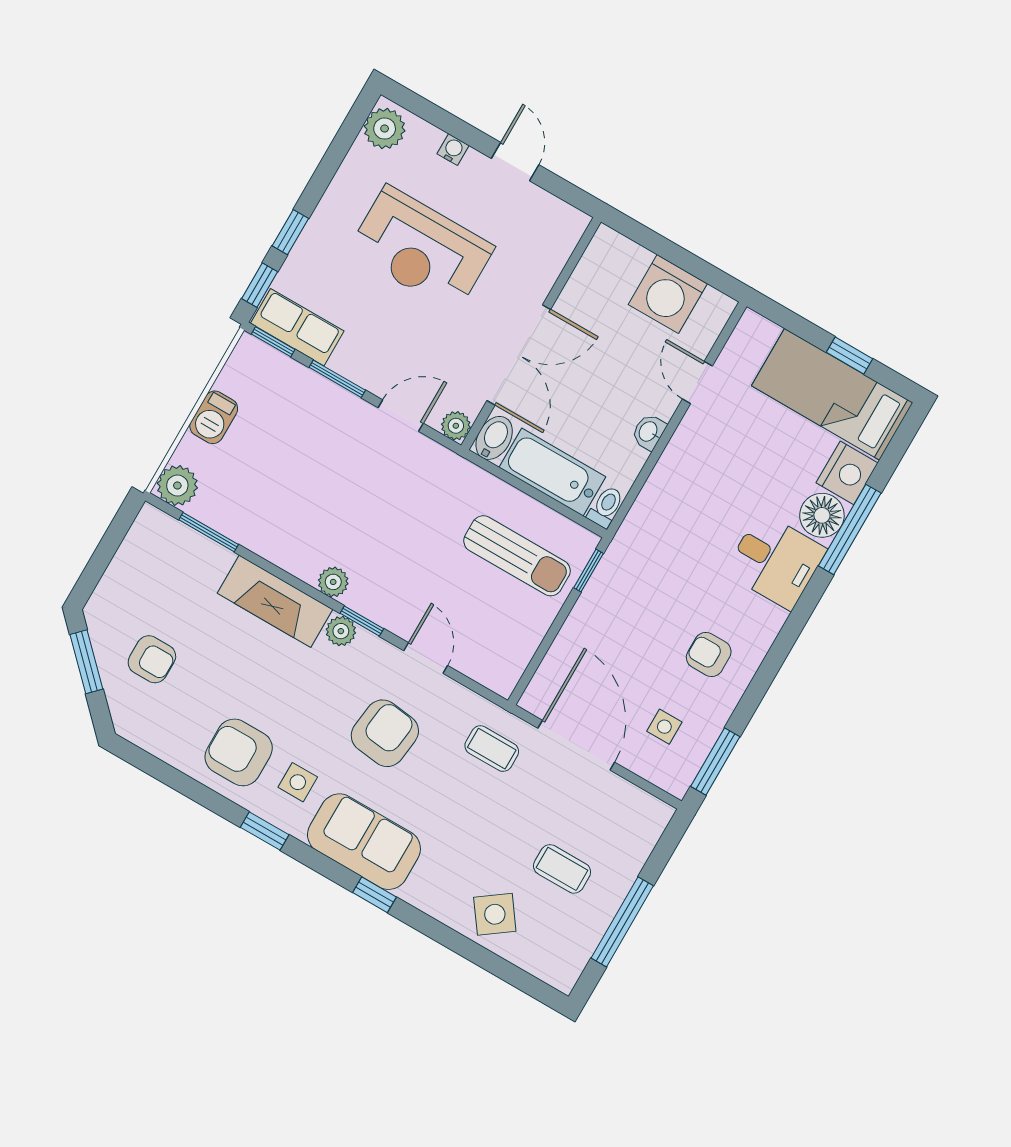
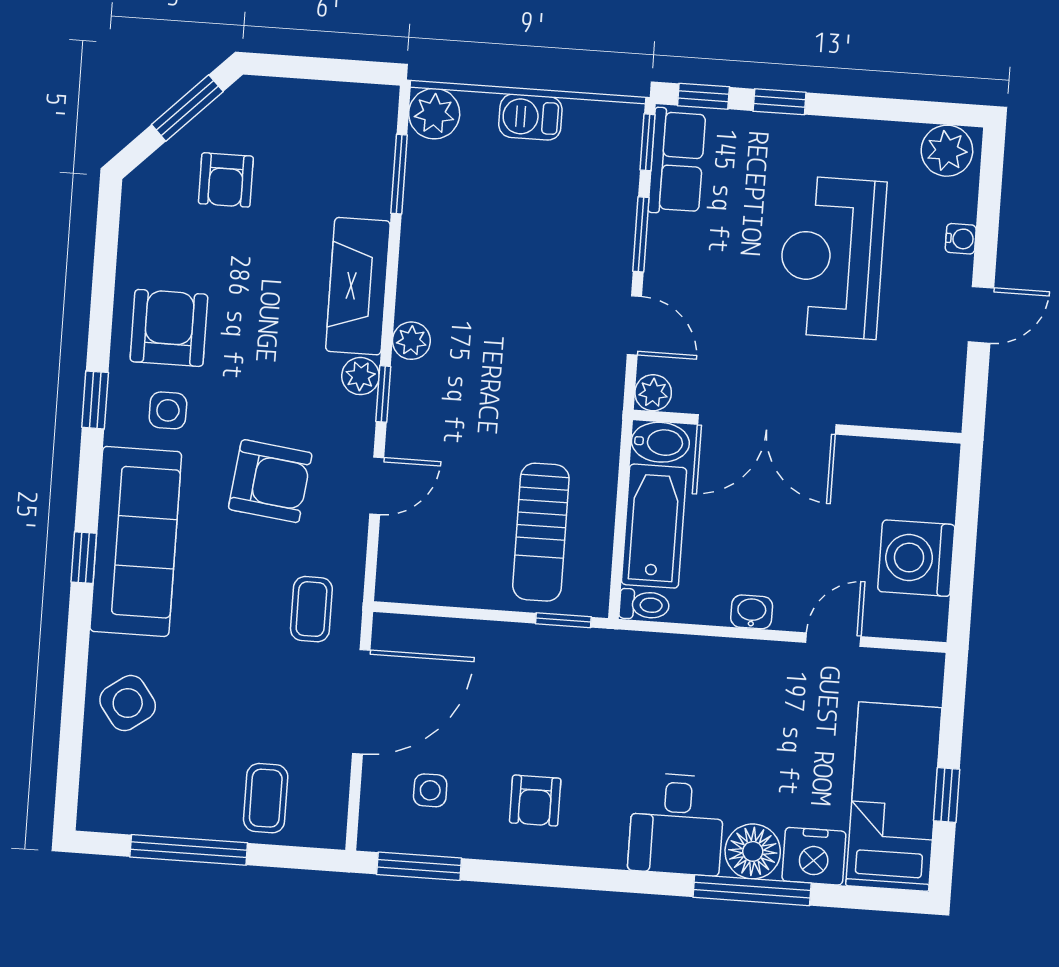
armchair: (709, 654) -> (535, 801), turned 180
sofa: (364, 842) -> (136, 541), width x1.36
coffee table: (562, 869) -> (266, 798), moved

